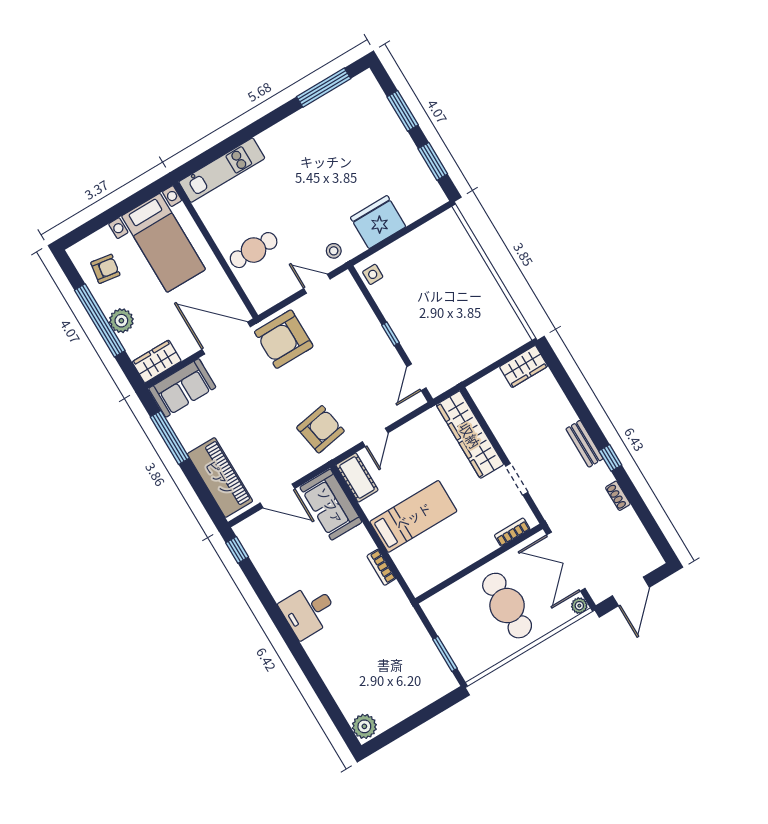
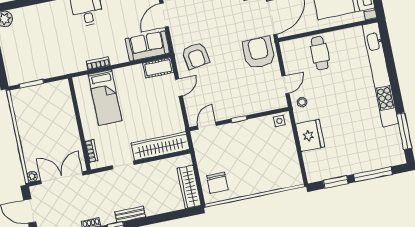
window: (403, 111) -> (373, 174), width x1.44
kitchen unit: (222, 170) -> (380, 74), width x1.86
chair: (494, 333) -> (217, 183), added
wardrobe: (524, 367) -> (189, 187), width x1.50
door: (416, 377) -> (207, 126), hinge flipped
door: (375, 437) -> (179, 88), swing flipped
bed: (413, 516) -> (105, 98), moved
cafe table: (507, 606) -> (48, 132), removed

